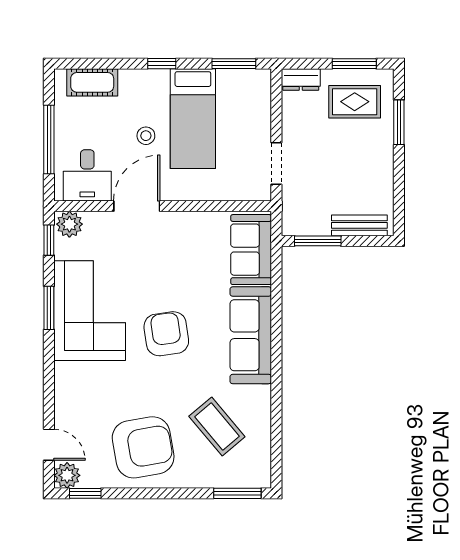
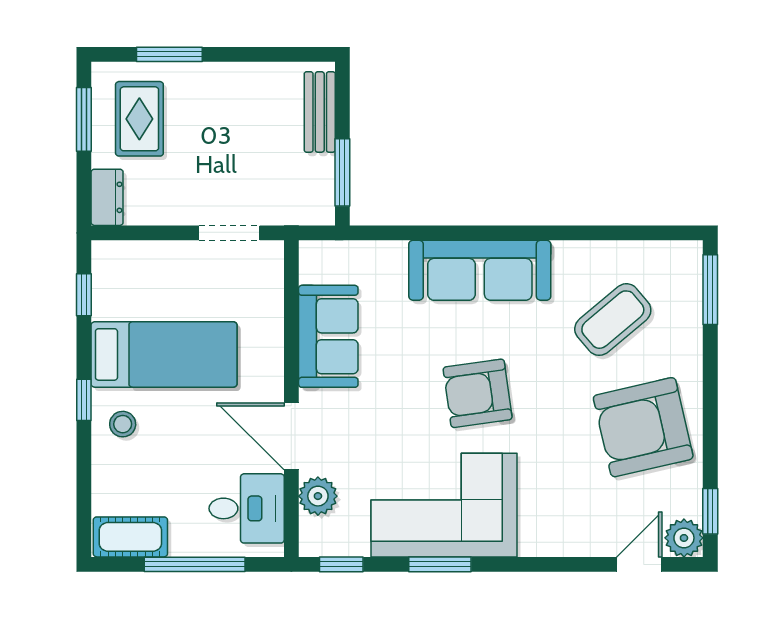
window: (234, 64) -> (84, 295), width x0.67
cot: (92, 82) -> (130, 537), moved, turned 90
stool: (146, 136) -> (123, 424), moved
plant: (69, 224) -> (318, 496), moved
sofa: (251, 250) -> (328, 336), moved, turned -90
armchair: (143, 447) -> (643, 427), turned -93

